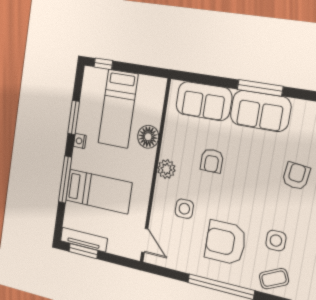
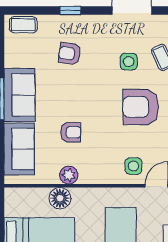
plant: (166, 169) -> (69, 175), moved
side table: (184, 209) -> (133, 166), moved
armchair: (225, 243) -> (141, 107), turned 90

